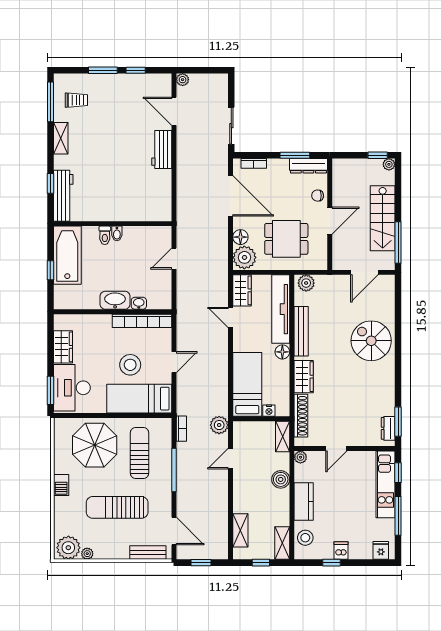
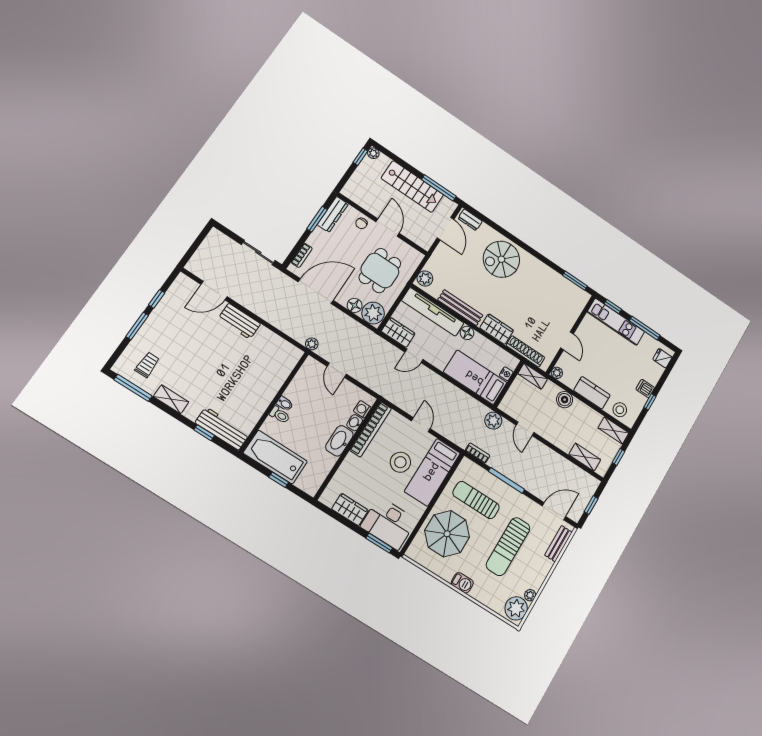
plant: (183, 80) -> (312, 344), moved
washing machine: (154, 302) -> (362, 409), added
dresser: (388, 428) -> (470, 220), moved

